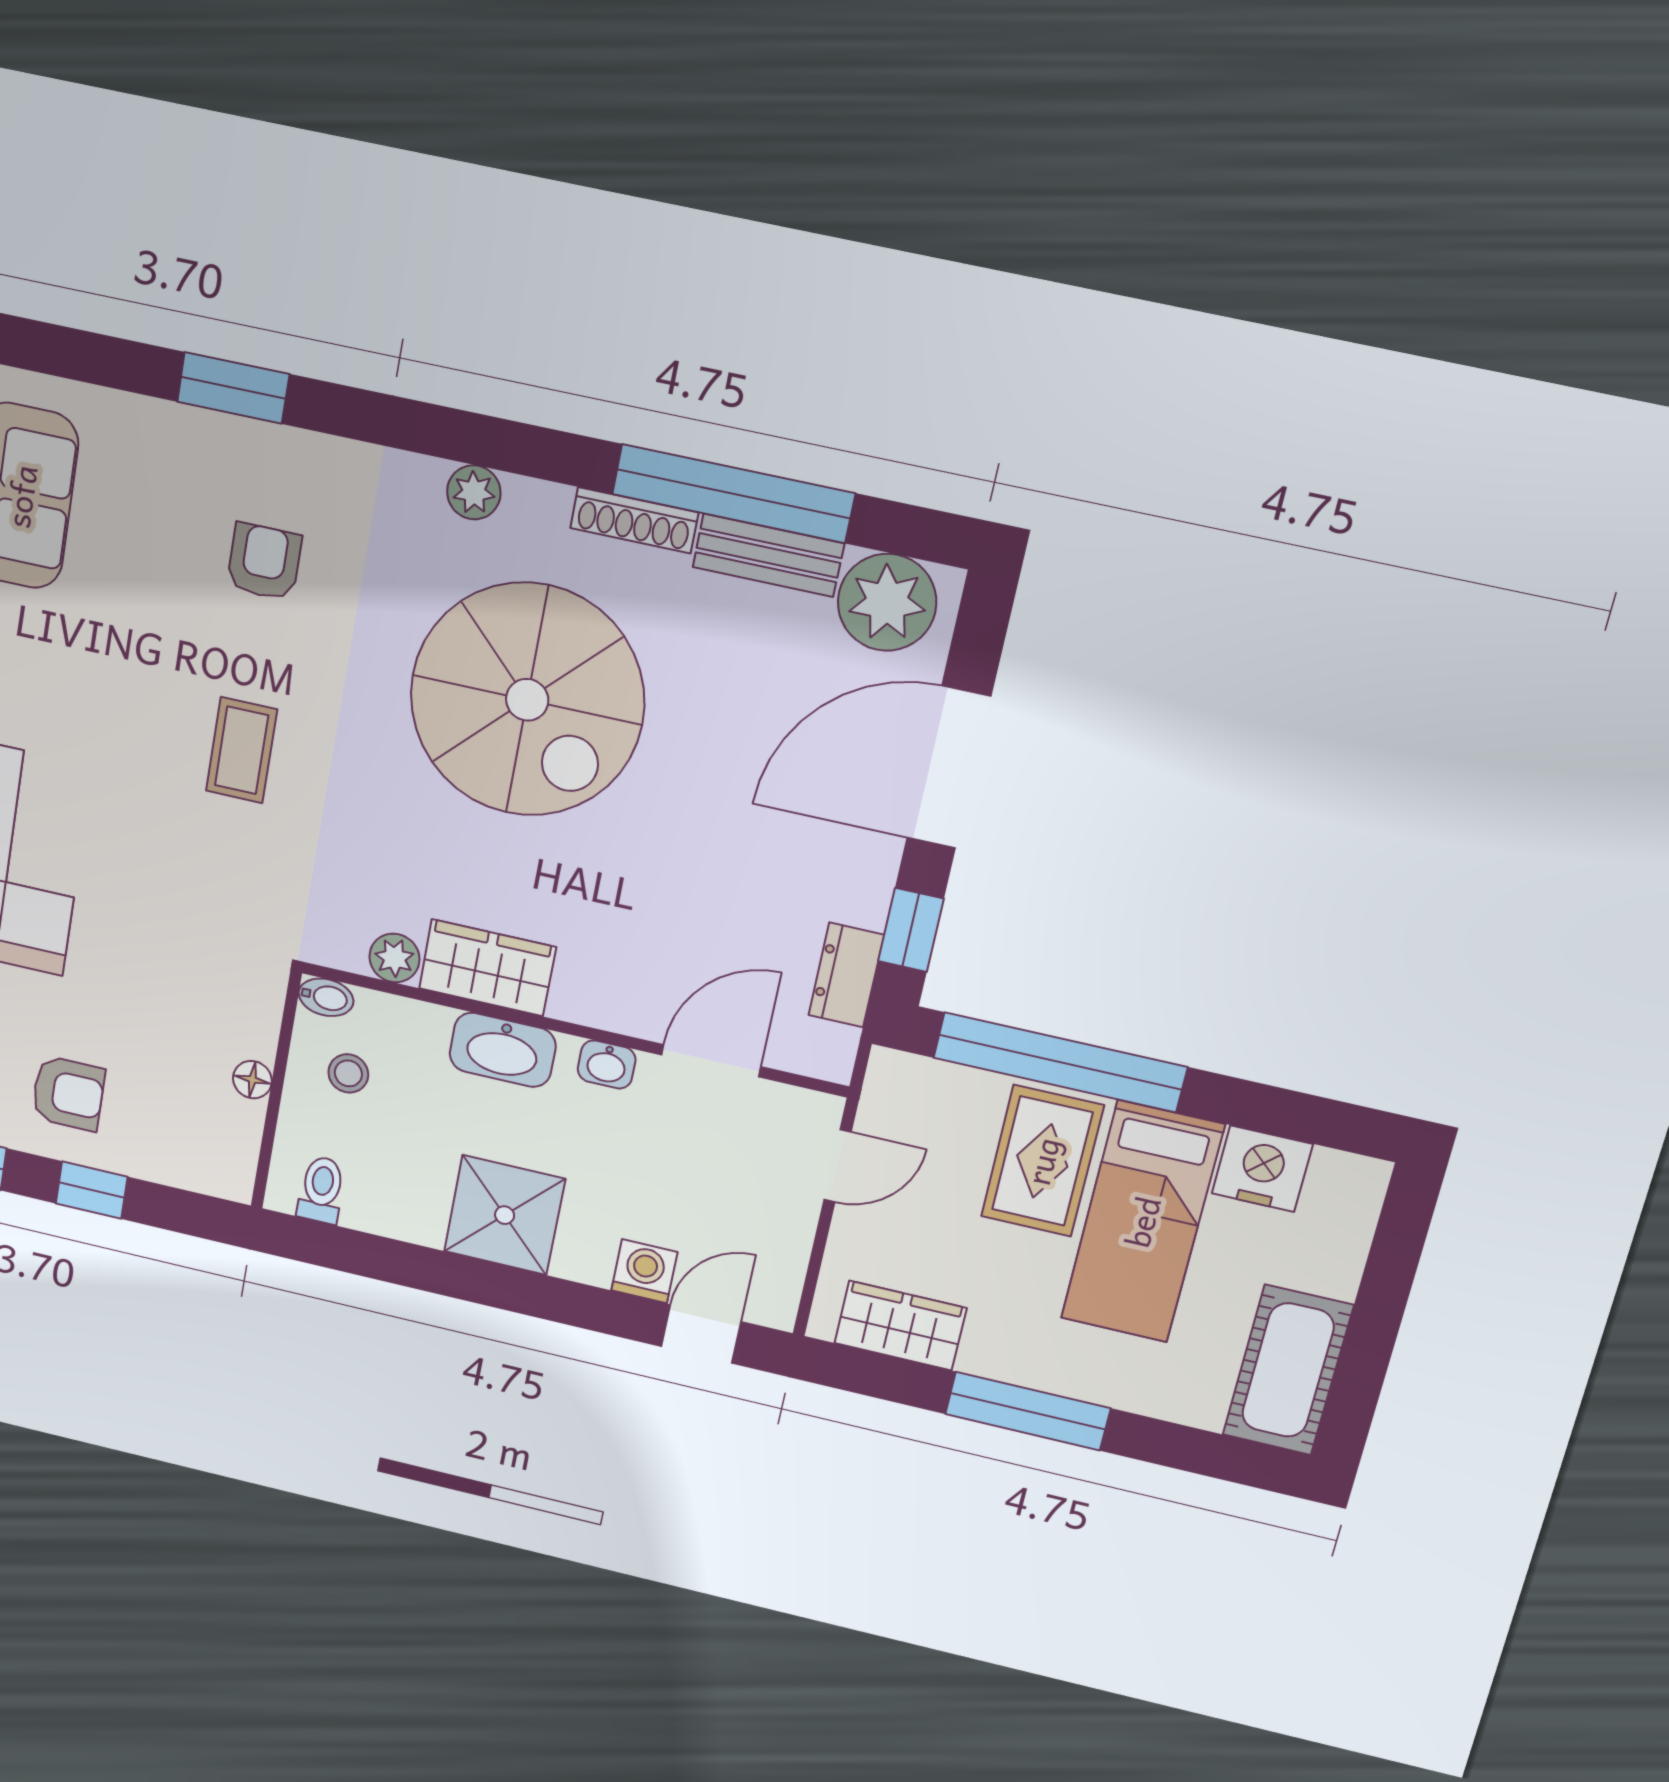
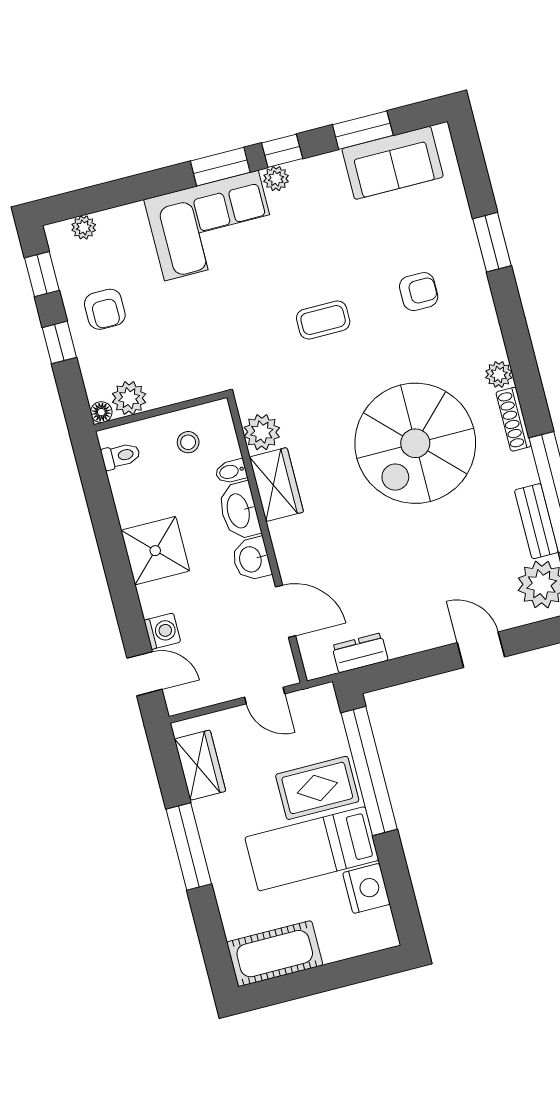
shoe rack: (634, 520) -> (514, 419), moved
door: (949, 767) -> (481, 650), width x0.53
window: (911, 930) -> (397, 671), removed
plant: (394, 958) -> (262, 432), width x1.38, depth x1.38
bidet: (326, 997) -> (231, 471), moved, turned 90
washbasin: (607, 1064) -> (251, 559), width x1.38, depth x1.45
floor lamp: (252, 1080) -> (101, 412), moved
plant: (232, 1129) -> (129, 398), added

